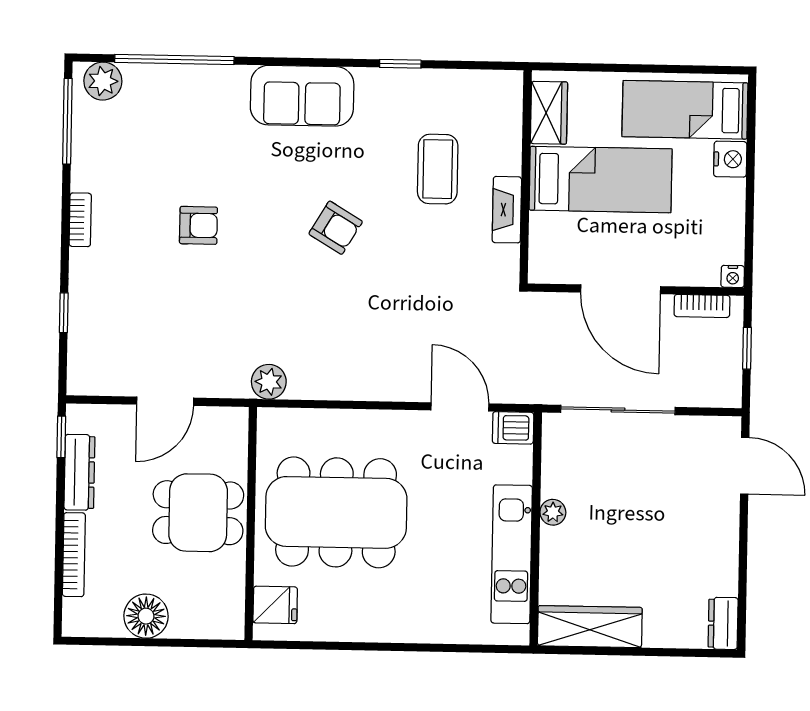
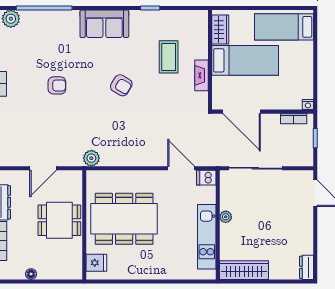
nightstand: (730, 159) -> (306, 50), removed
door: (621, 289) -> (242, 112), moved
floor lamp: (146, 616) -> (31, 274), width x0.53, depth x0.53

